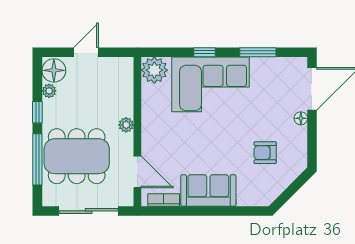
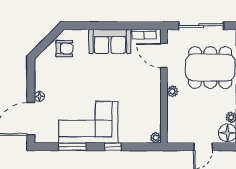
plant: (154, 70) -> (156, 138), width x0.53, depth x0.53
corner sofa: (211, 84) -> (88, 122), moved
armchair: (265, 153) -> (64, 48), moved

